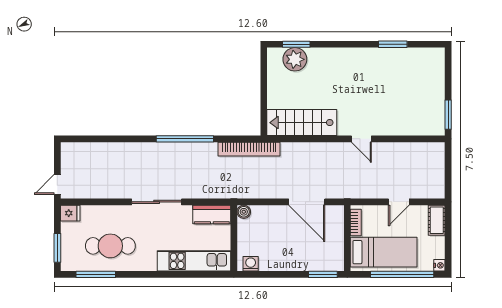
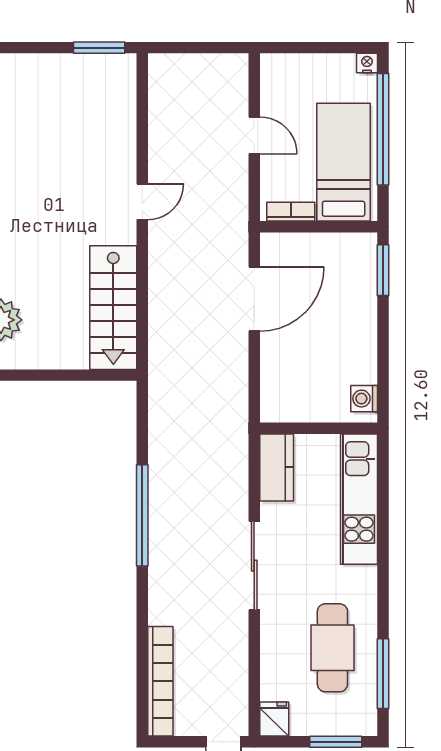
bookcase: (249, 149) -> (160, 681), moved
boiler: (244, 212) -> (272, 411), removed
cot: (437, 220) -> (287, 68), removed

